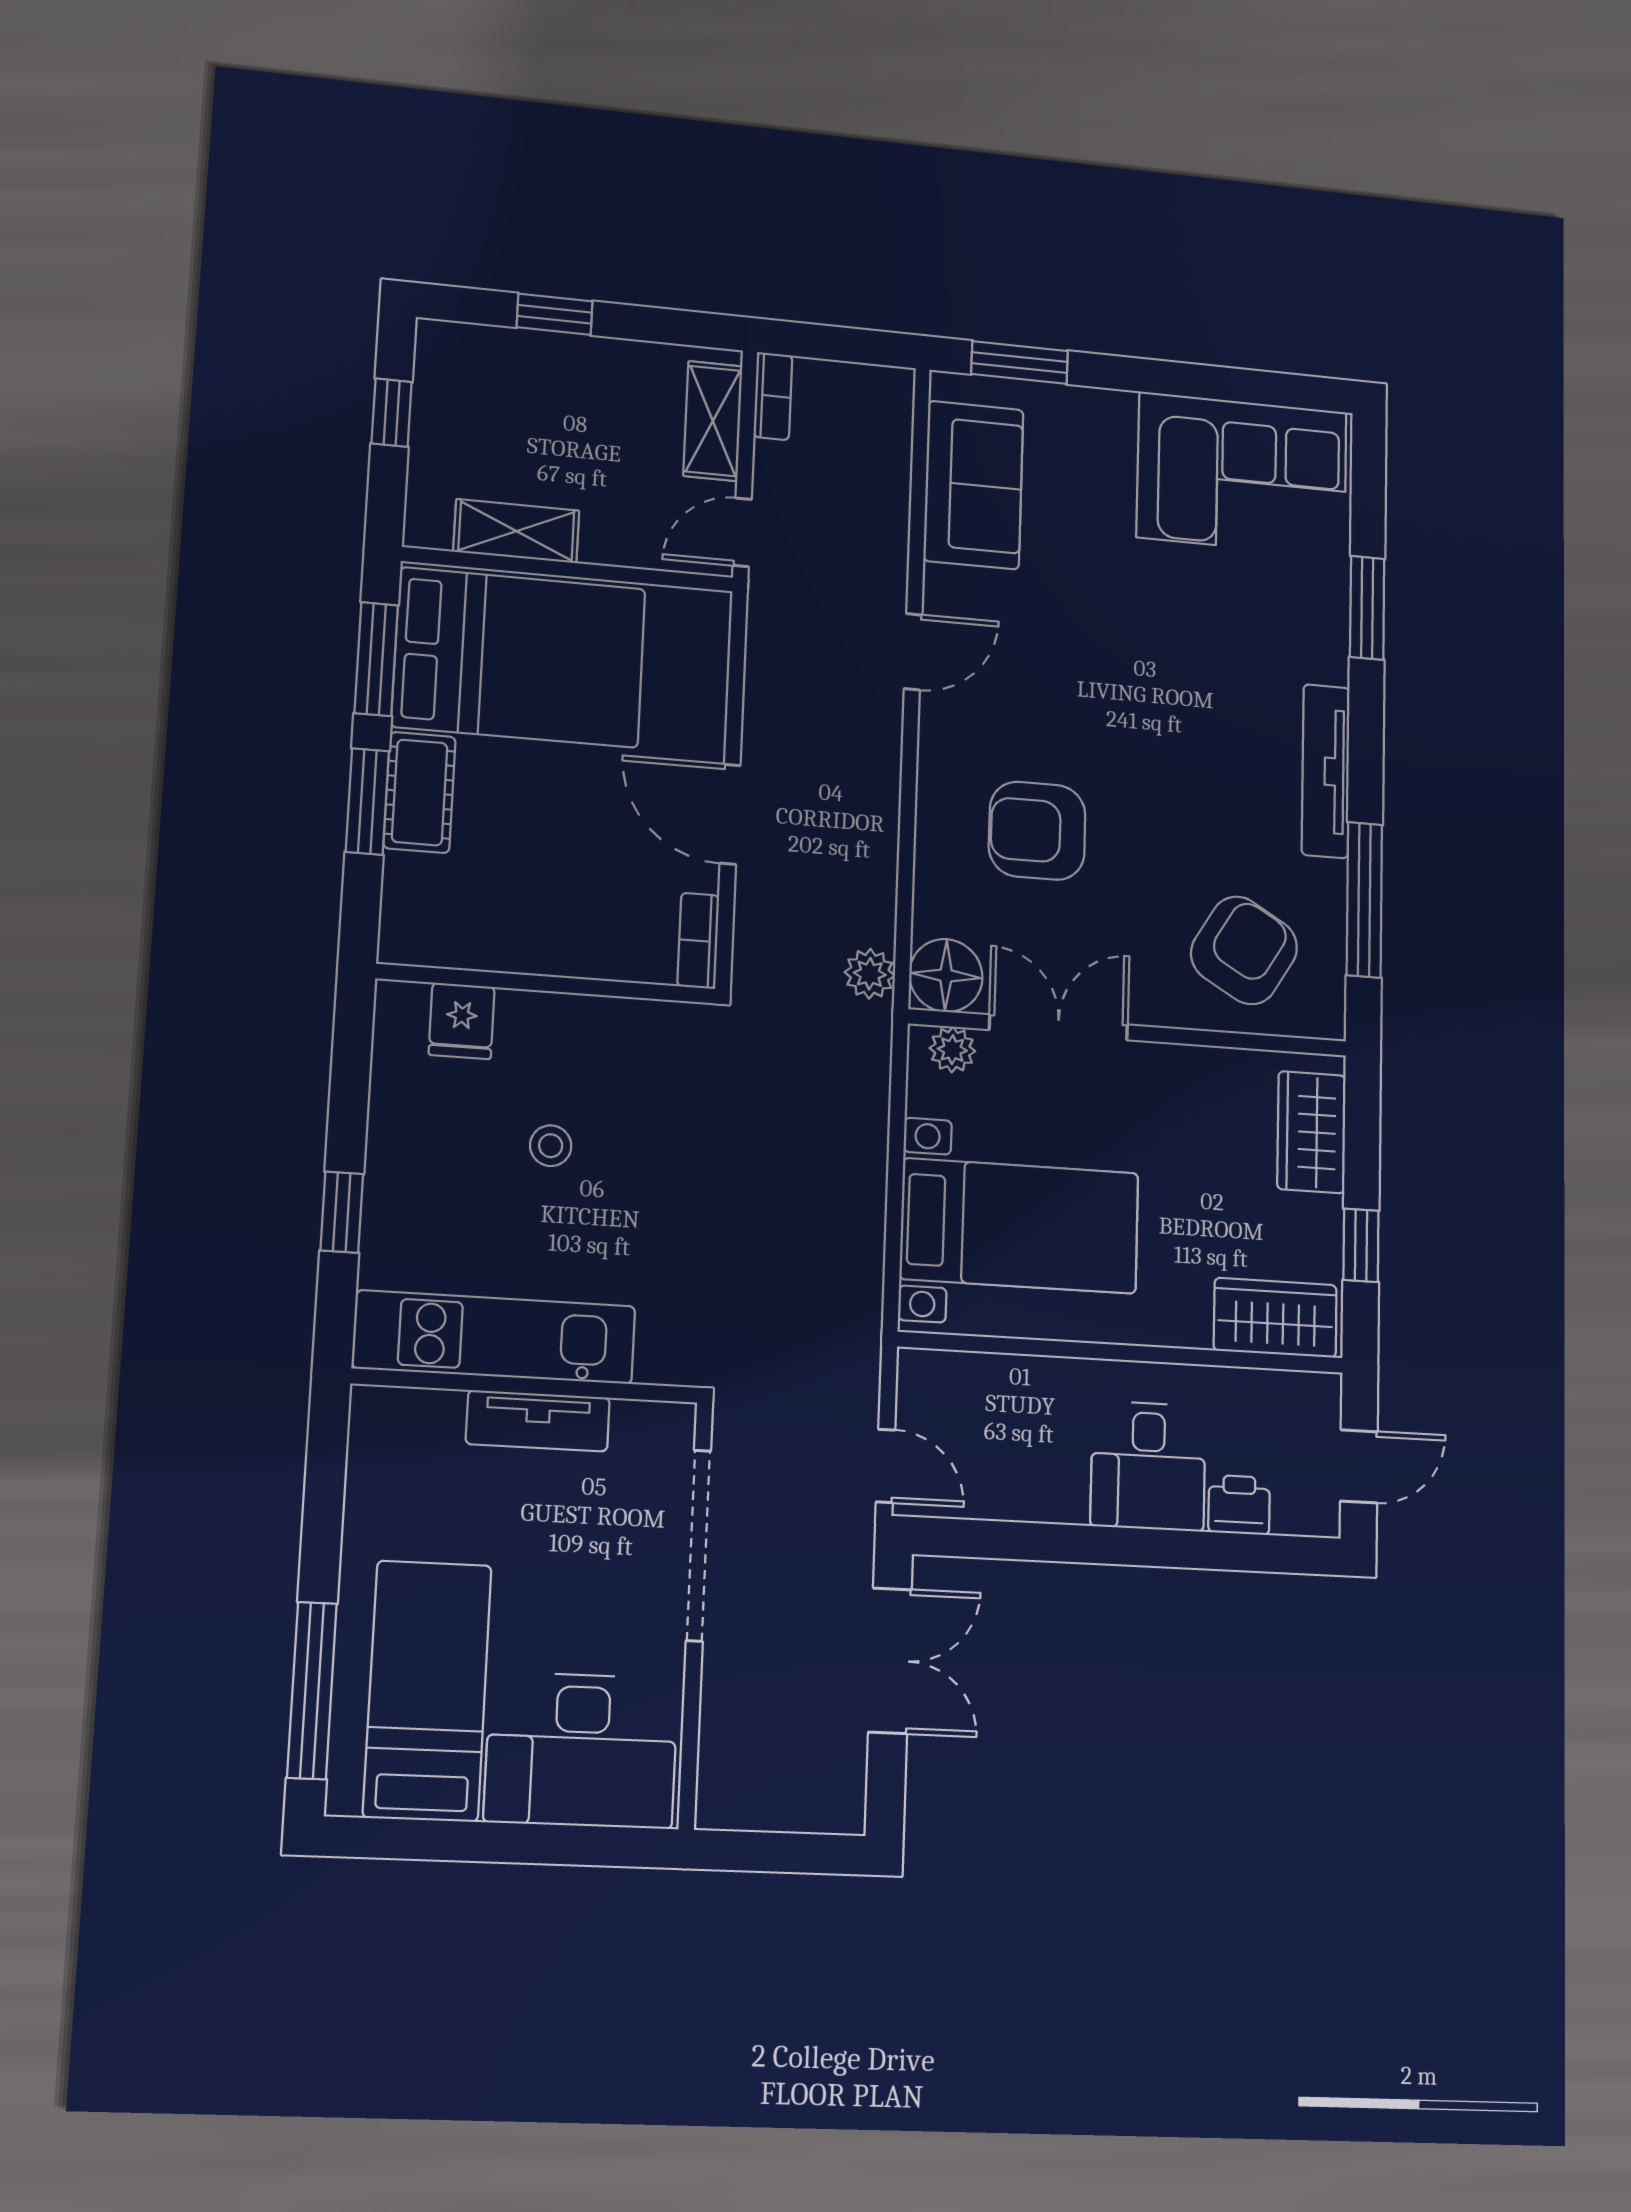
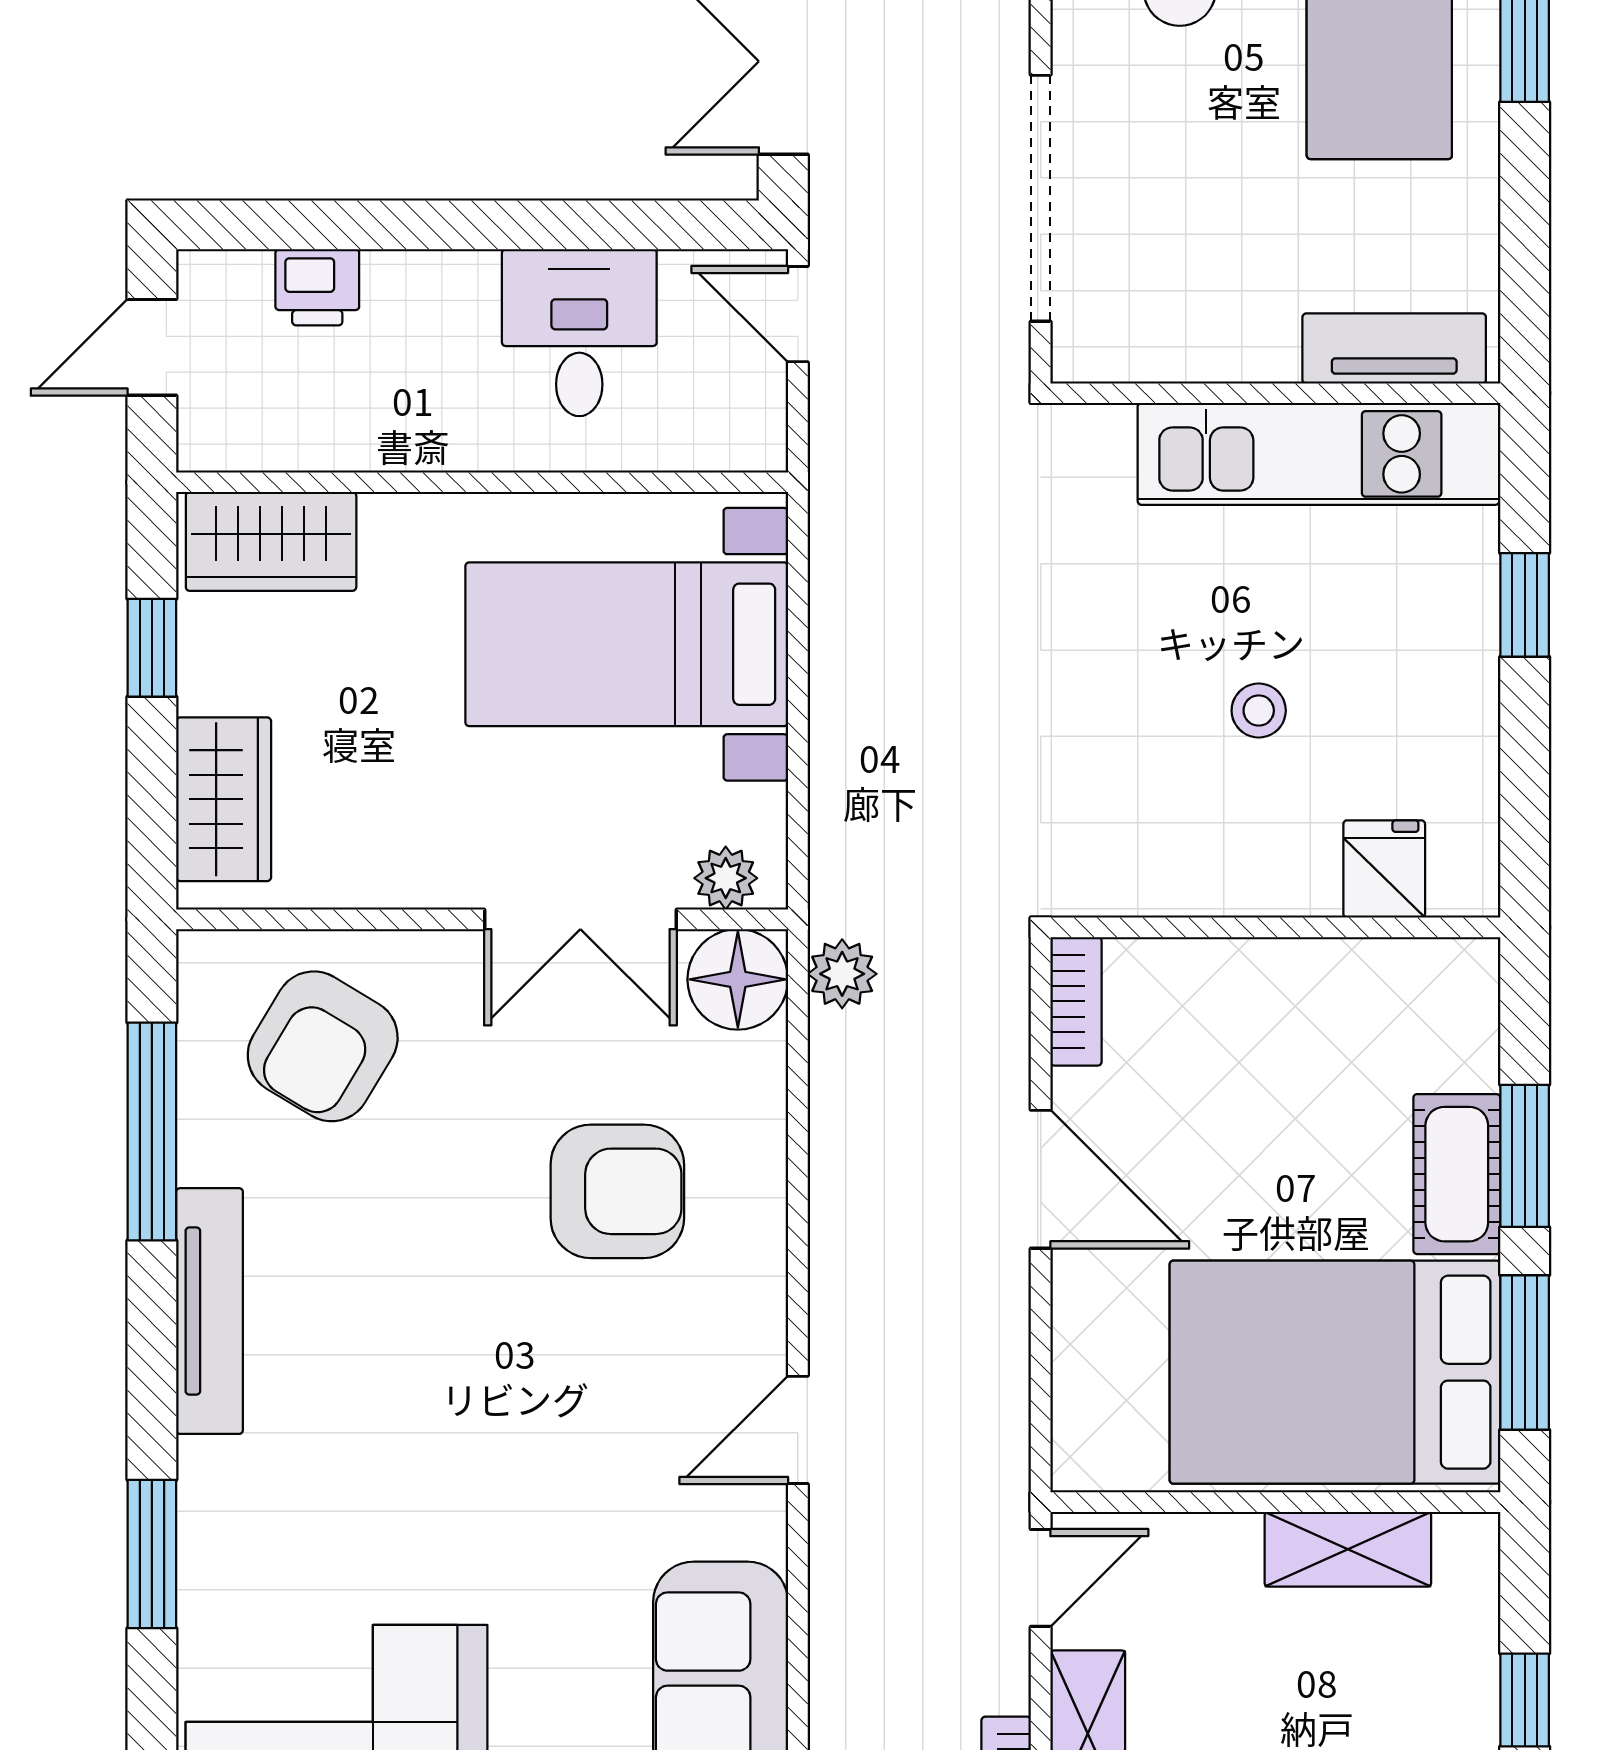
tv unit: (538, 1421) -> (1394, 348), moved
desk: (1148, 1466) -> (579, 333), moved

